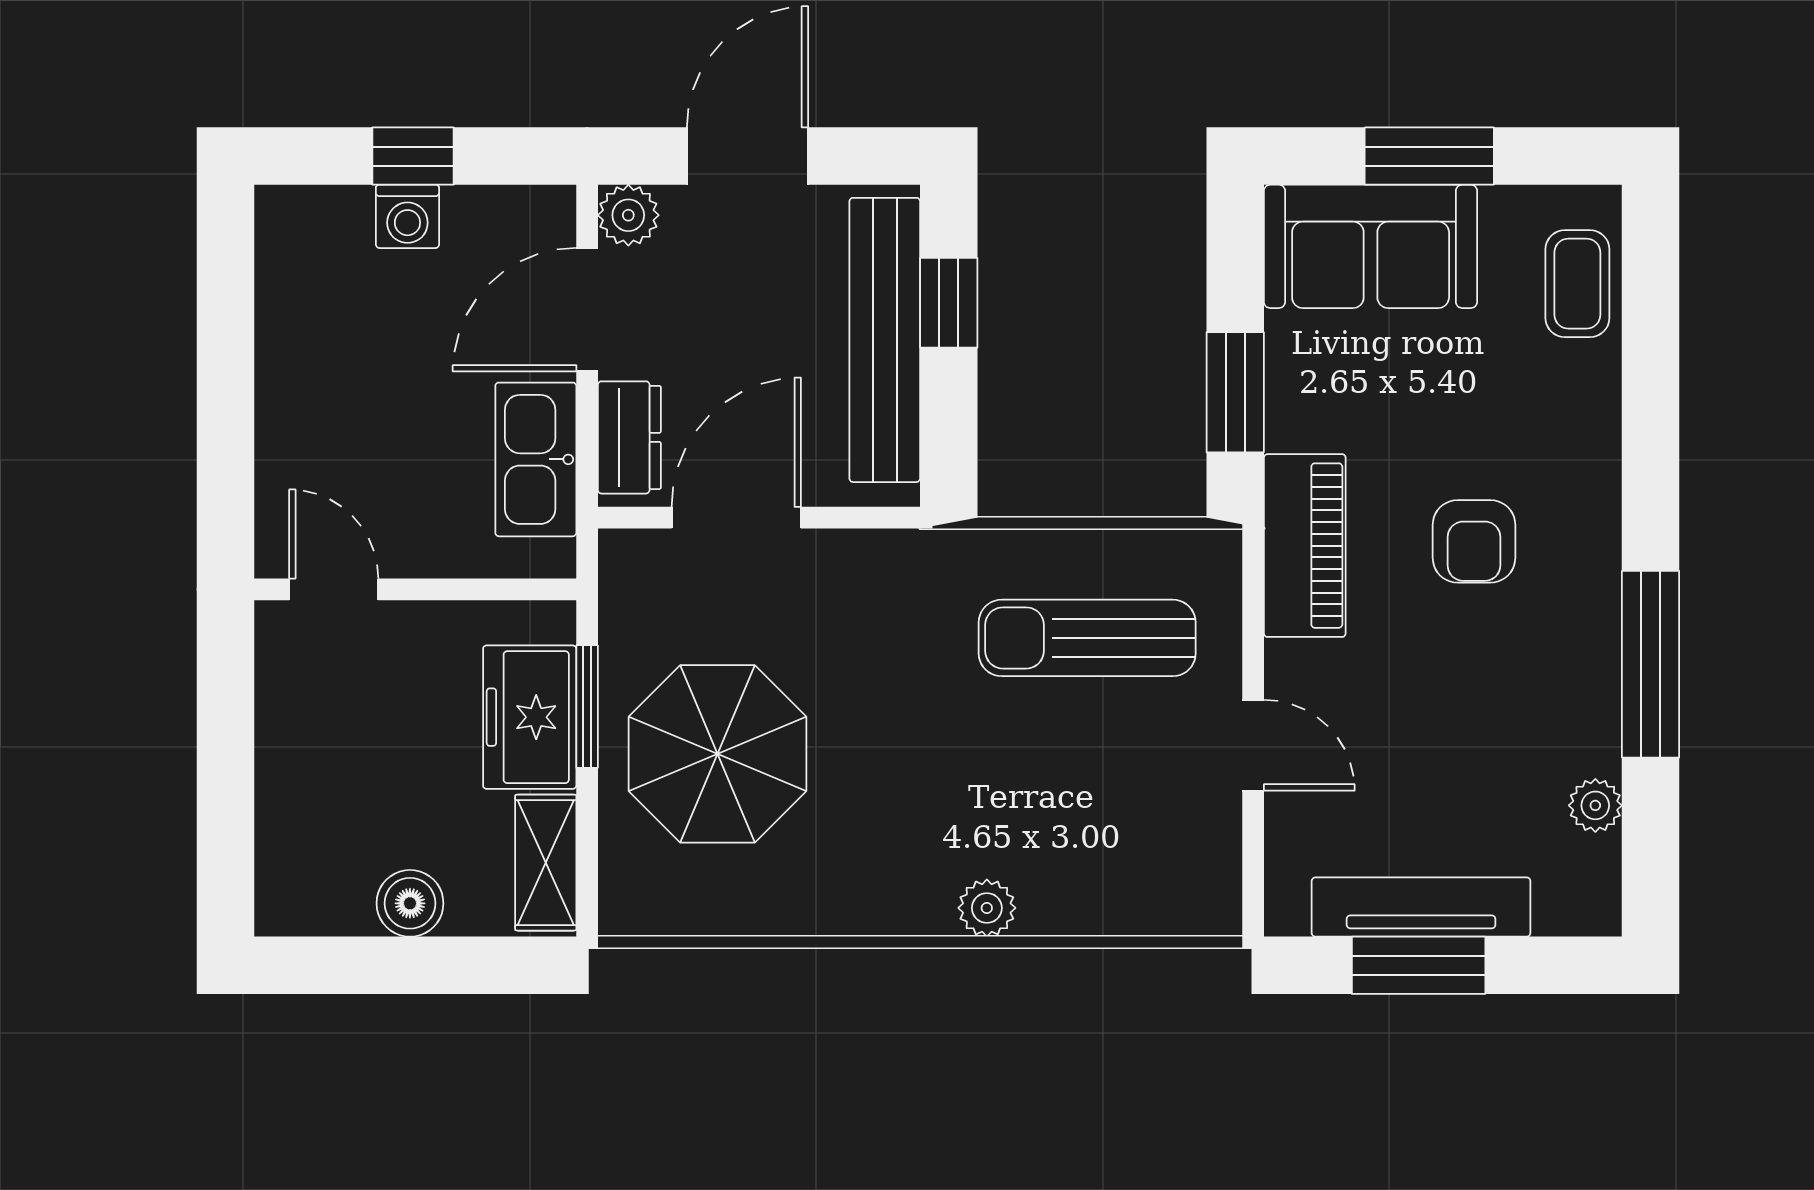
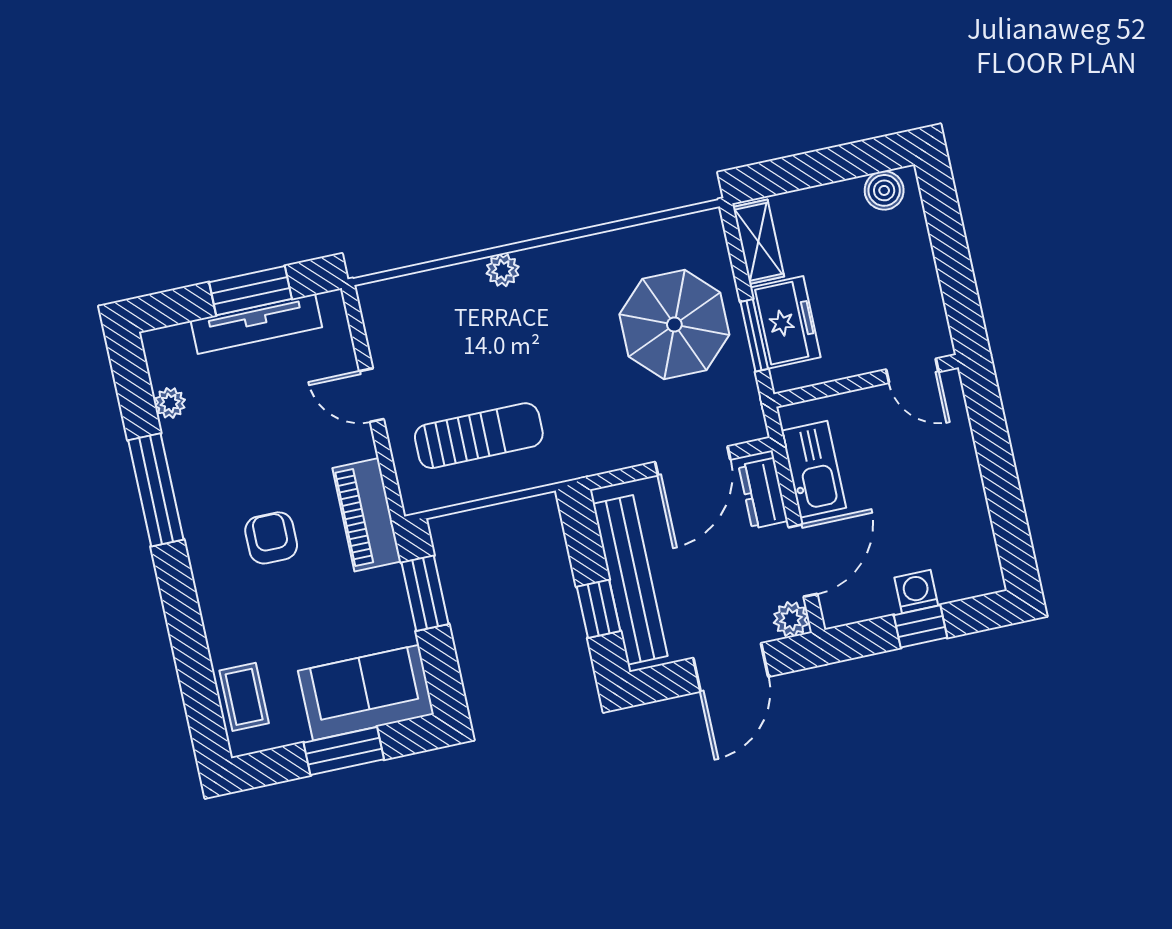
boiler: (410, 903) -> (884, 190), moved

